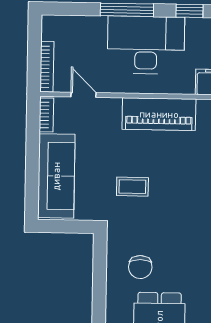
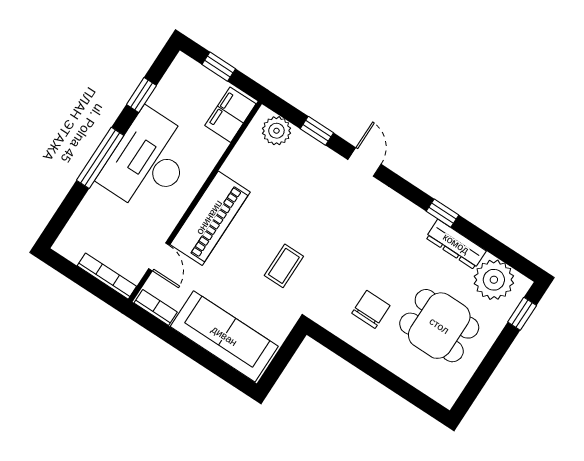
door: (83, 95) -> (159, 257), swing flipped
piano: (159, 114) -> (210, 218), moved
chair: (140, 267) -> (371, 309), turned -90

